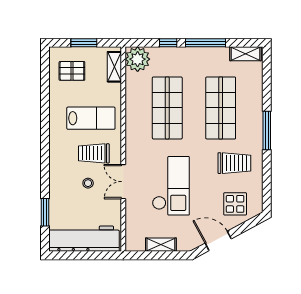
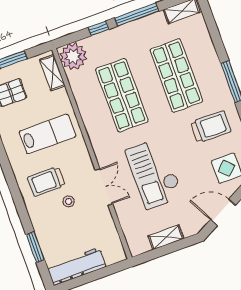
trolley: (94, 153) -> (46, 181), moved
double door: (123, 182) -> (104, 187), swing flipped
checkout: (171, 186) -> (154, 173), turned 180
workbench: (84, 239) -> (77, 266), width x0.73, depth x0.76

